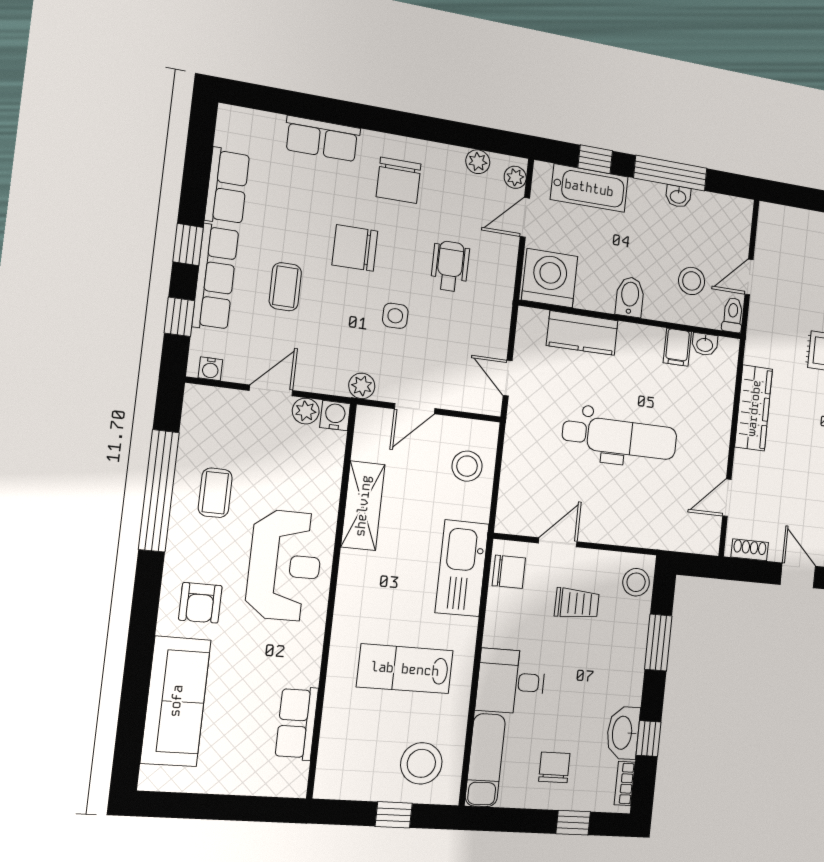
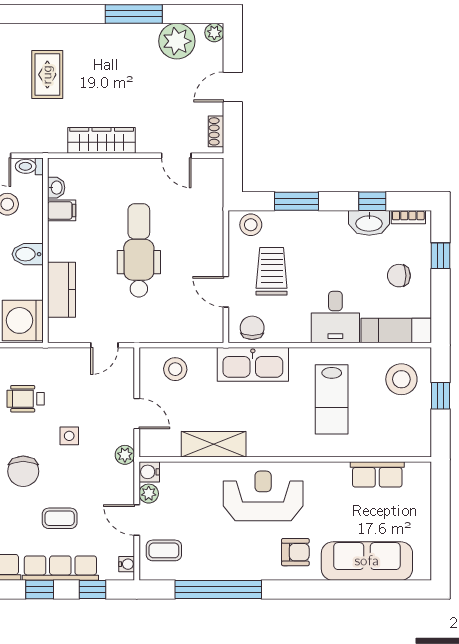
coffee table: (215, 493) -> (164, 550), moved
trolley: (577, 603) -> (272, 271), width x1.36, depth x1.39

